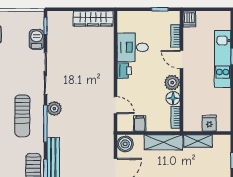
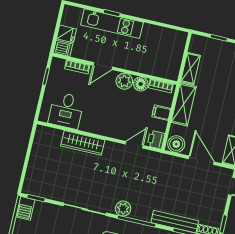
wardrobe: (93, 18) -> (83, 143), moved, turned 90
barbecue: (37, 39) -> (25, 208), moved, turned -90
desk: (133, 47) -> (66, 110), moved
printer: (124, 71) -> (156, 140), moved, turned -90
filing cabinet: (140, 123) -> (161, 113), moved
fridge: (209, 123) -> (66, 34), moved, turned 180

